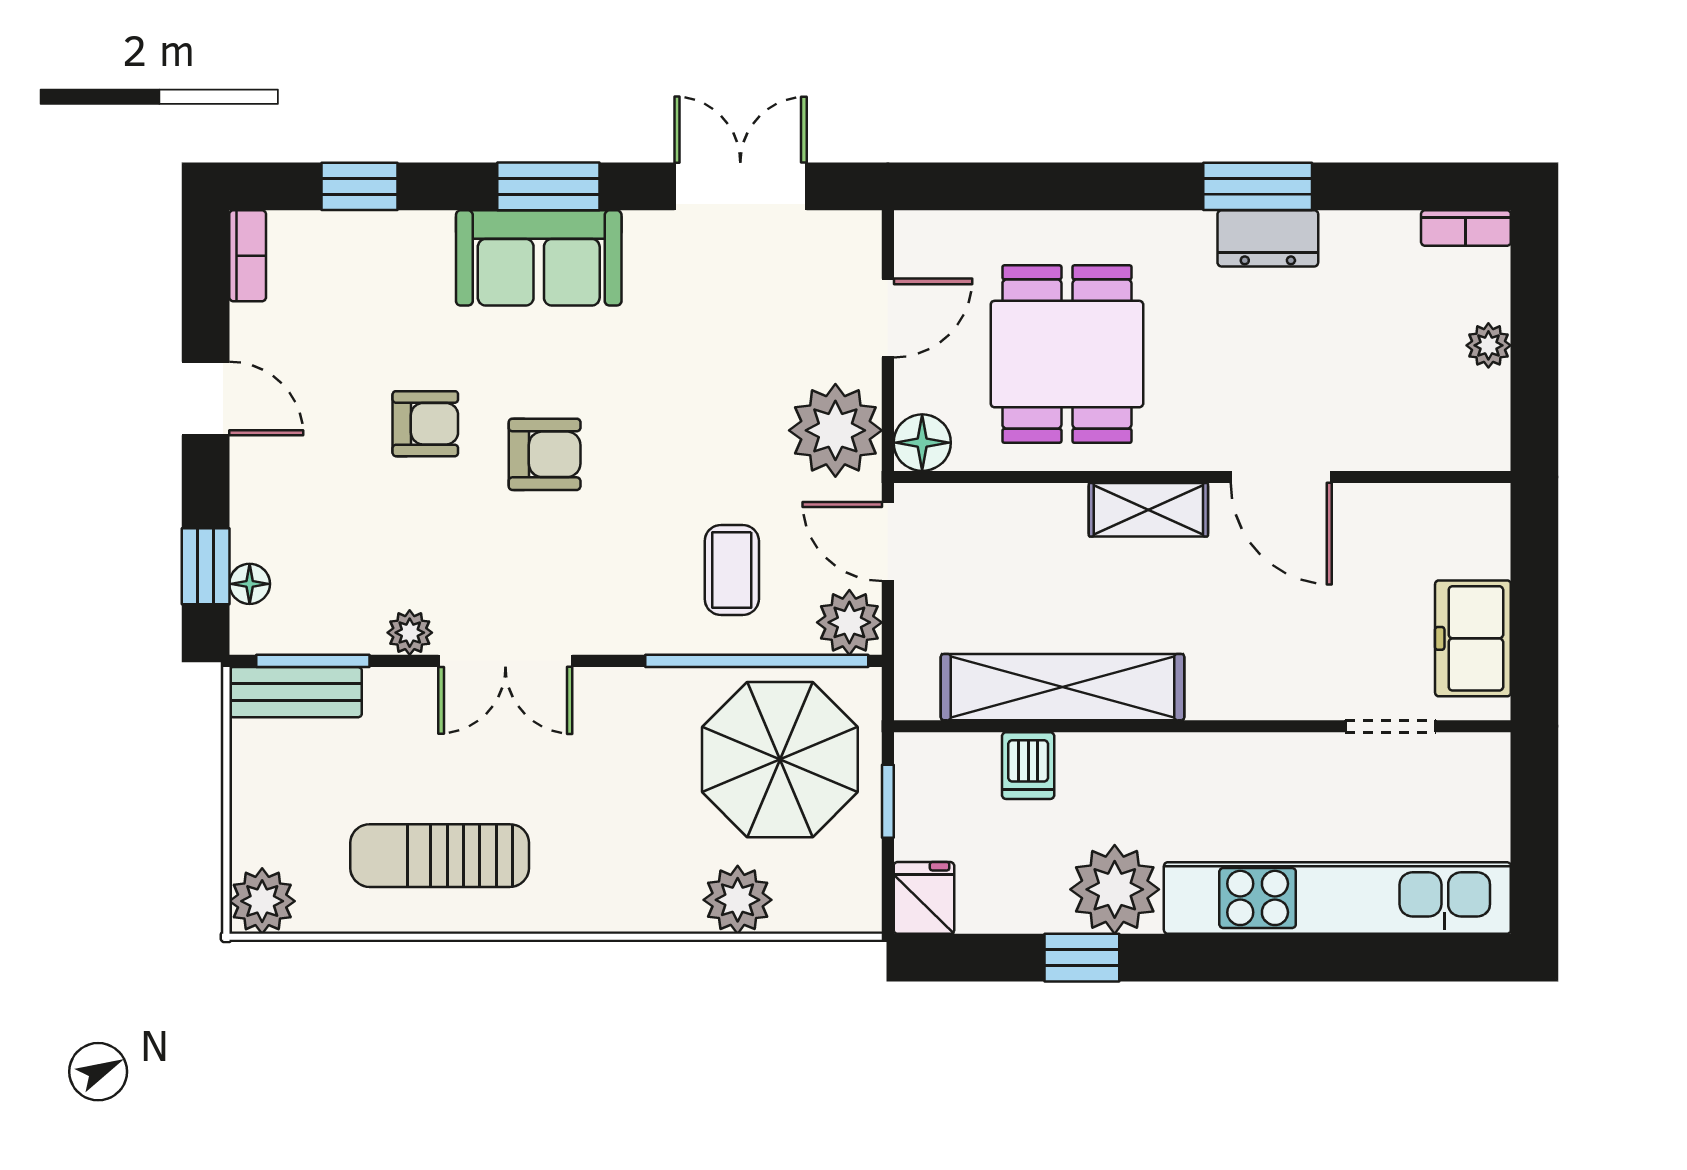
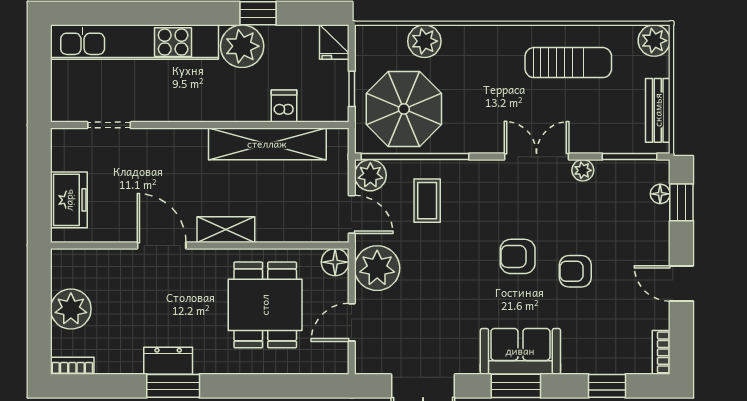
plant: (1488, 345) -> (71, 309), width x1.87, depth x1.87
freezer: (1473, 638) -> (69, 200), moved
bench: (296, 692) -> (658, 110), moved, turned 90

